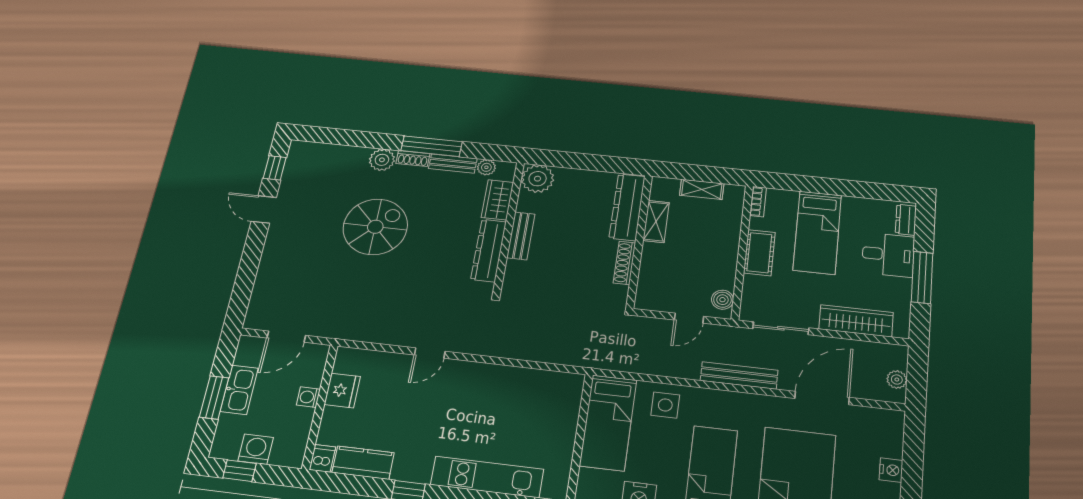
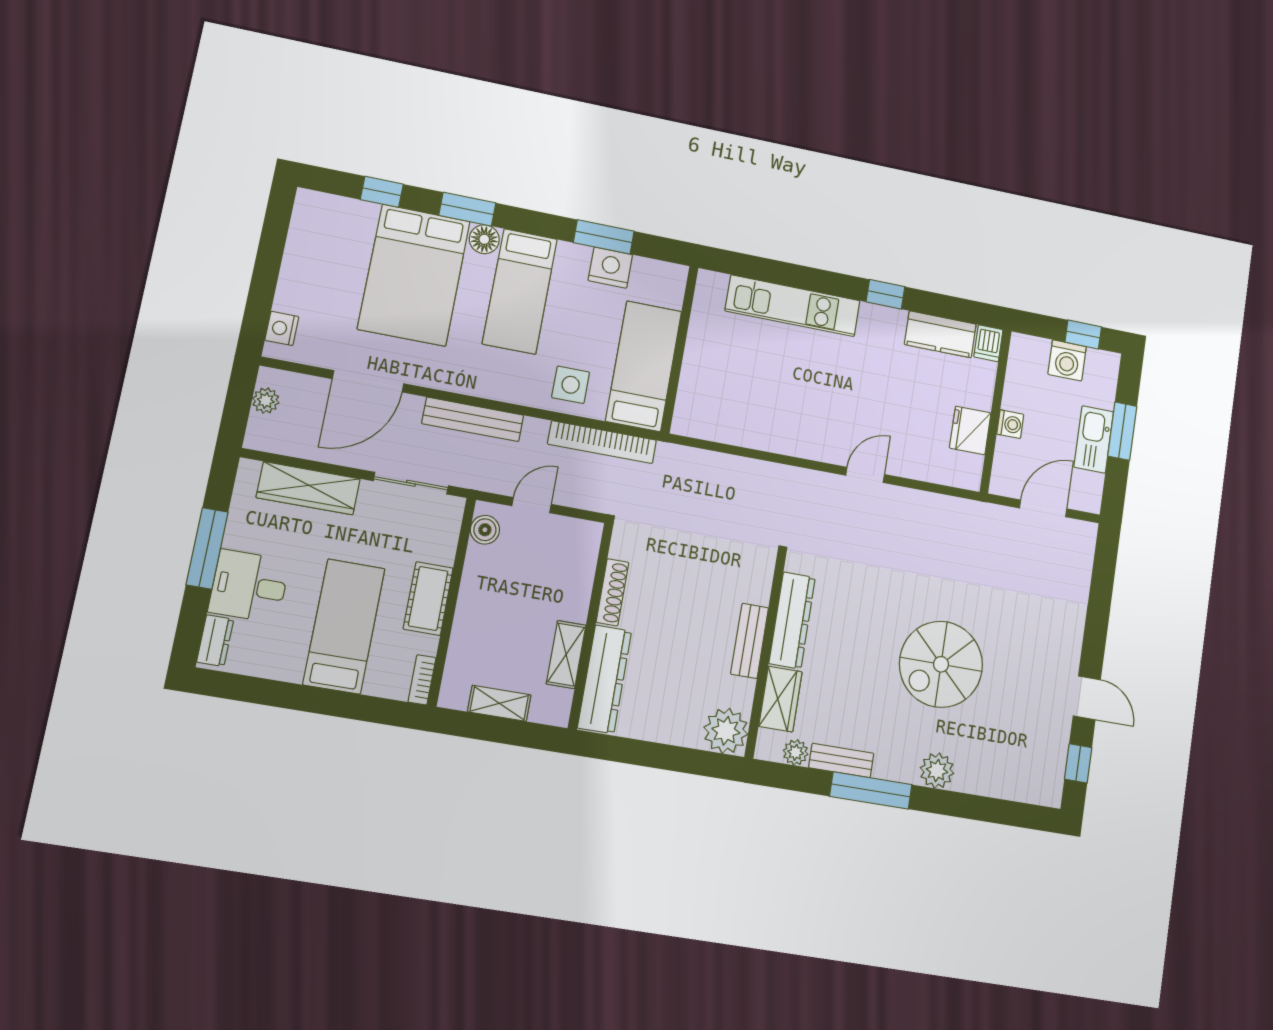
shoe rack: (413, 159) -> (895, 771), removed
bookcase: (638, 365) -> (602, 442), added
nightstand: (891, 470) -> (282, 328), moved

